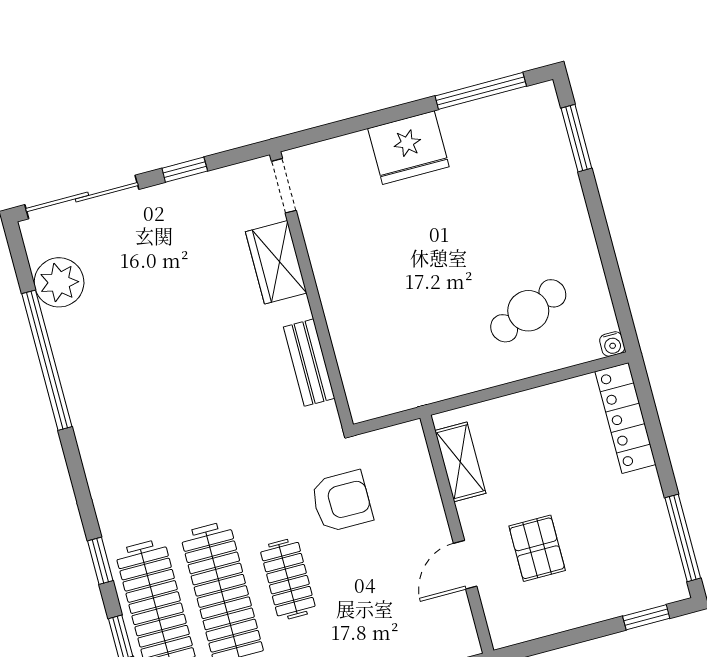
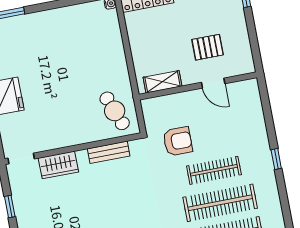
cafe table: (528, 311) -> (115, 111), moved
armchair: (342, 501) -> (178, 141), turned 90
clothes rail: (288, 579) -> (214, 170), width x1.36

